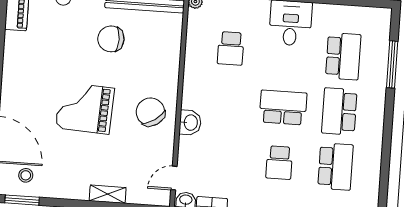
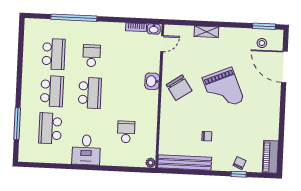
chair: (111, 39) -> (207, 136), width x0.54, depth x0.54
school desk: (283, 107) -> (90, 93), turned -90
grand piano: (85, 108) -> (223, 89), turned 64
school desk: (335, 167) -> (54, 54), turned 180

